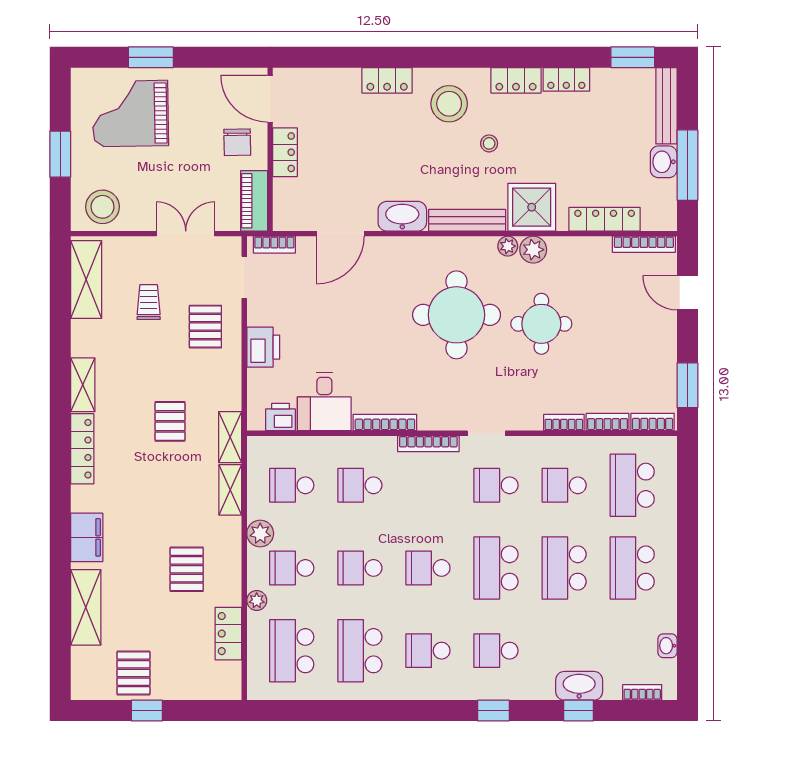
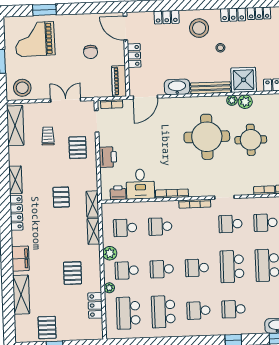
door: (270, 99) -> (125, 28), moved
wall: (270, 149) -> (126, 54), moved
locker: (285, 152) -> (134, 55), moved
piano: (254, 201) -> (119, 81), moved

